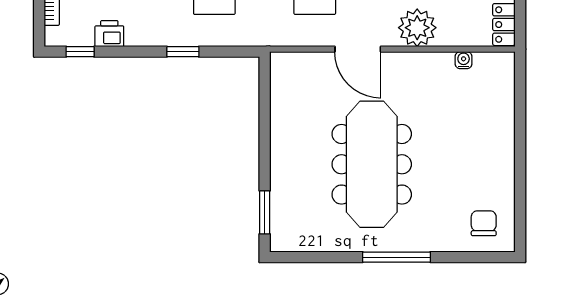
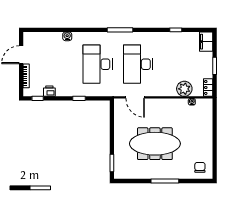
plant: (417, 28) -> (184, 89), moved
door: (358, 49) -> (135, 97), moved
meeting table: (372, 164) -> (155, 144), turned 90

